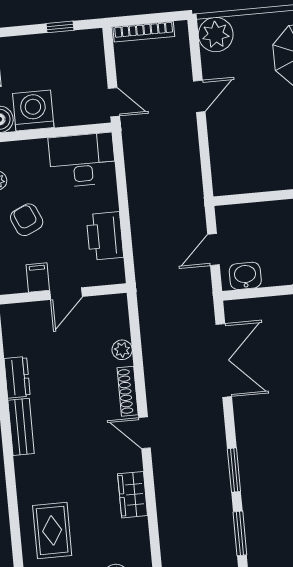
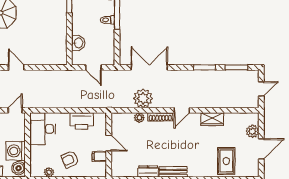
washbasin: (245, 276) -> (78, 43), moved, turned 180
plant: (161, 354) -> (143, 98), added
rug: (52, 530) -> (226, 161), turned 90

